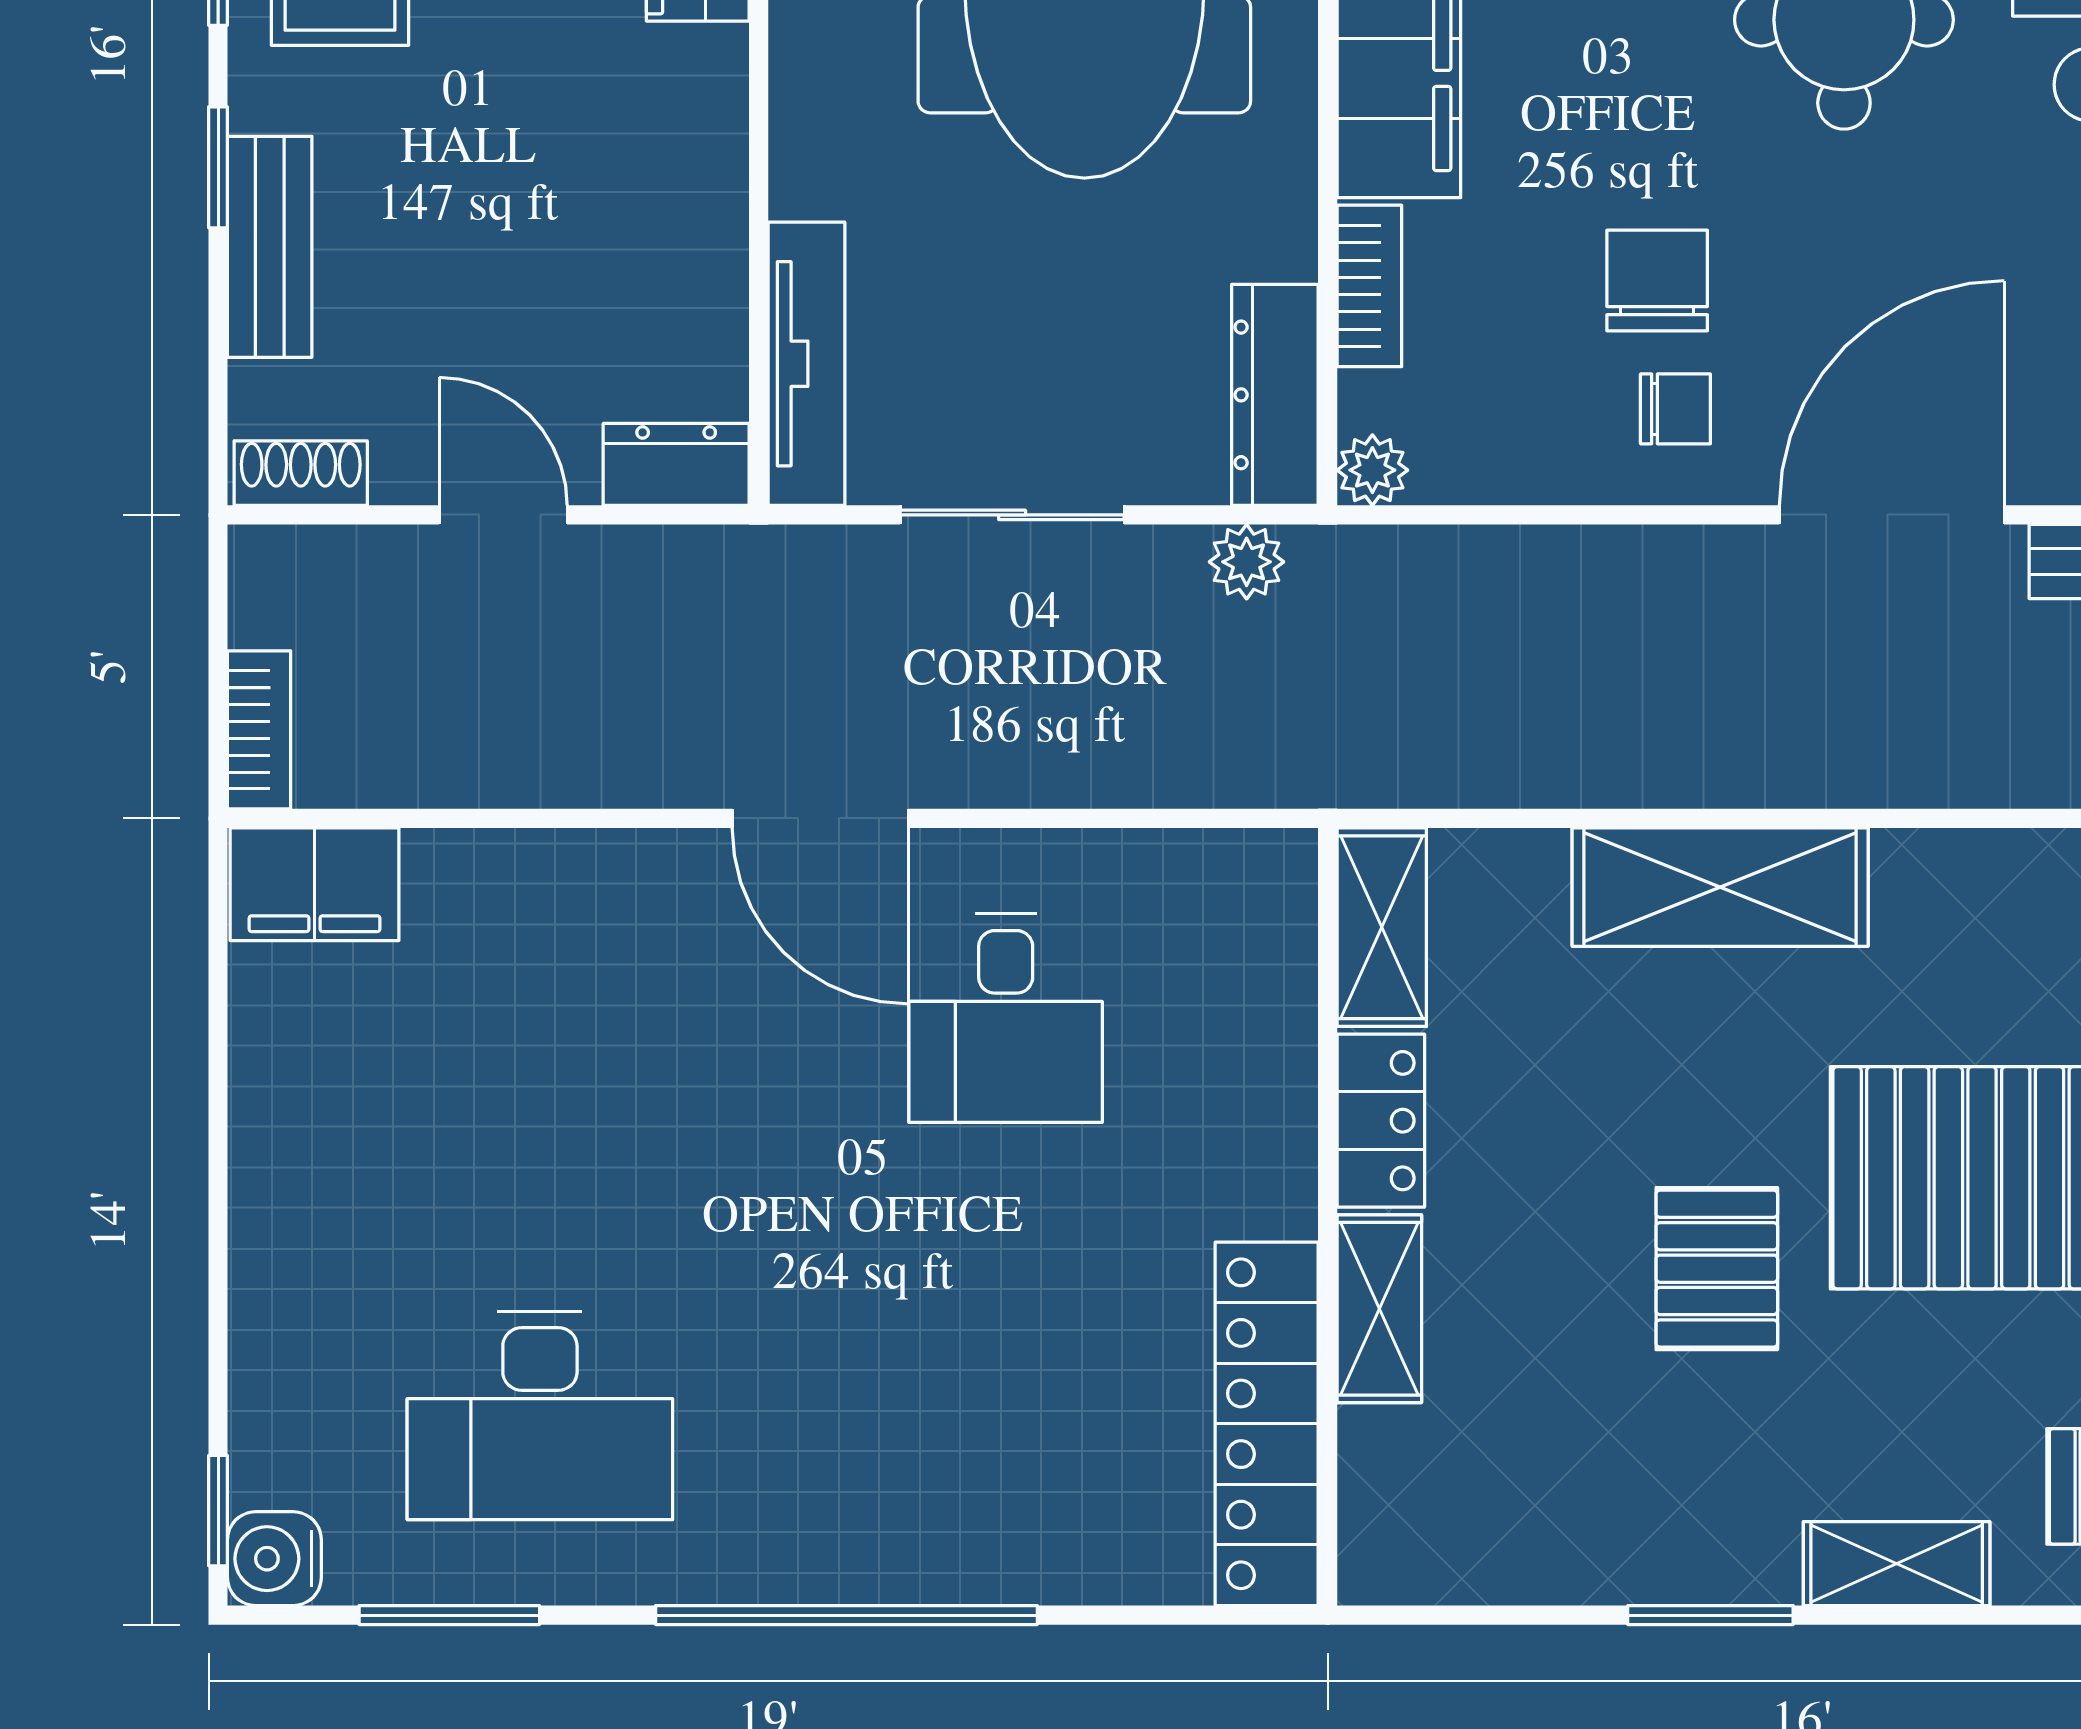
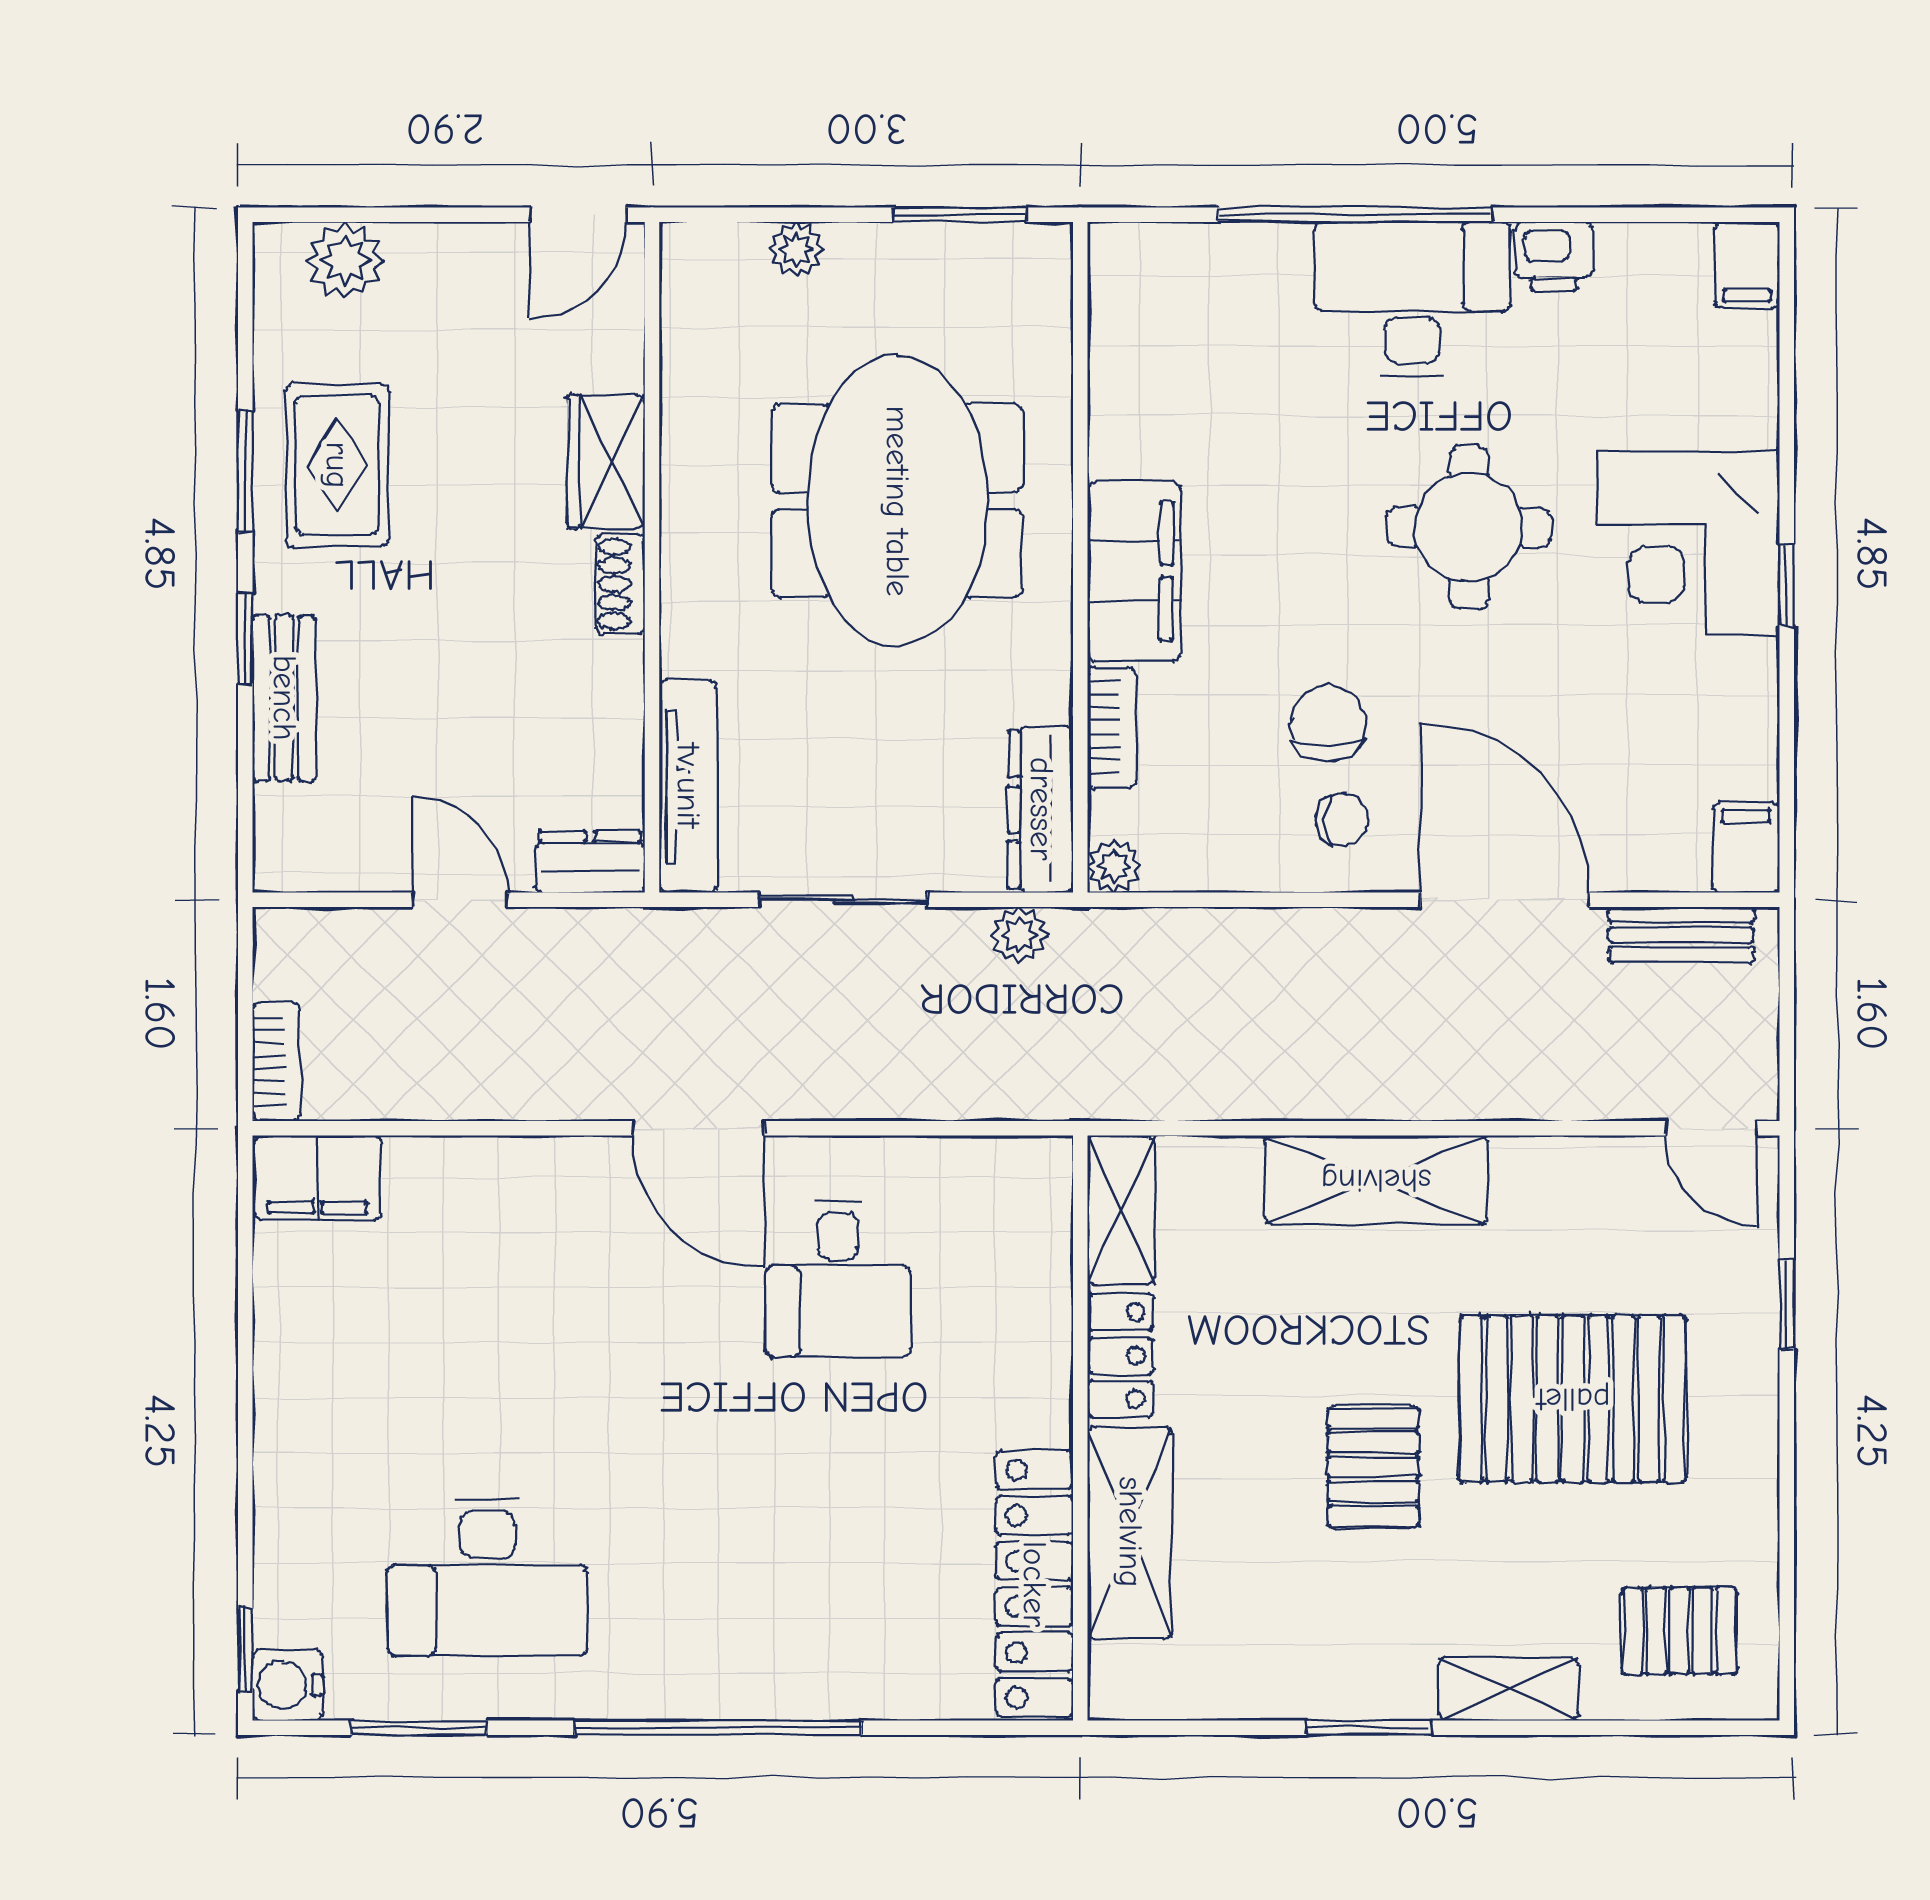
shoe rack: (301, 473) -> (621, 584), moved, turned -90
door: (1892, 515) -> (1505, 900), hinge flipped
shelving: (1379, 1309) -> (1130, 1532), width x1.50, depth x1.33

